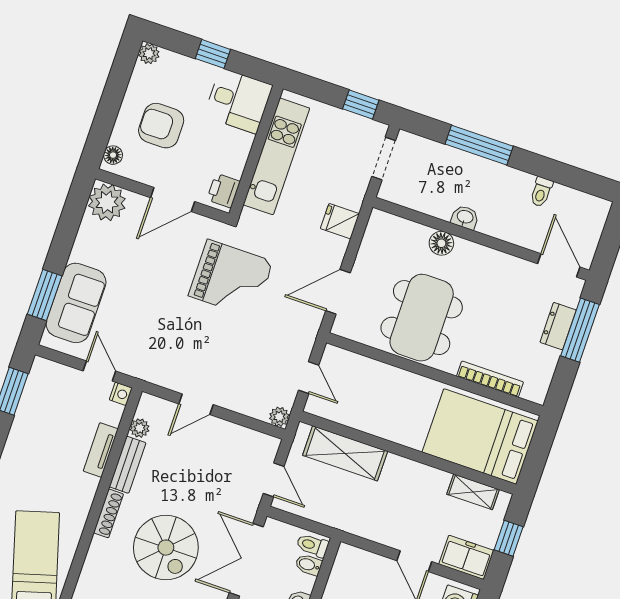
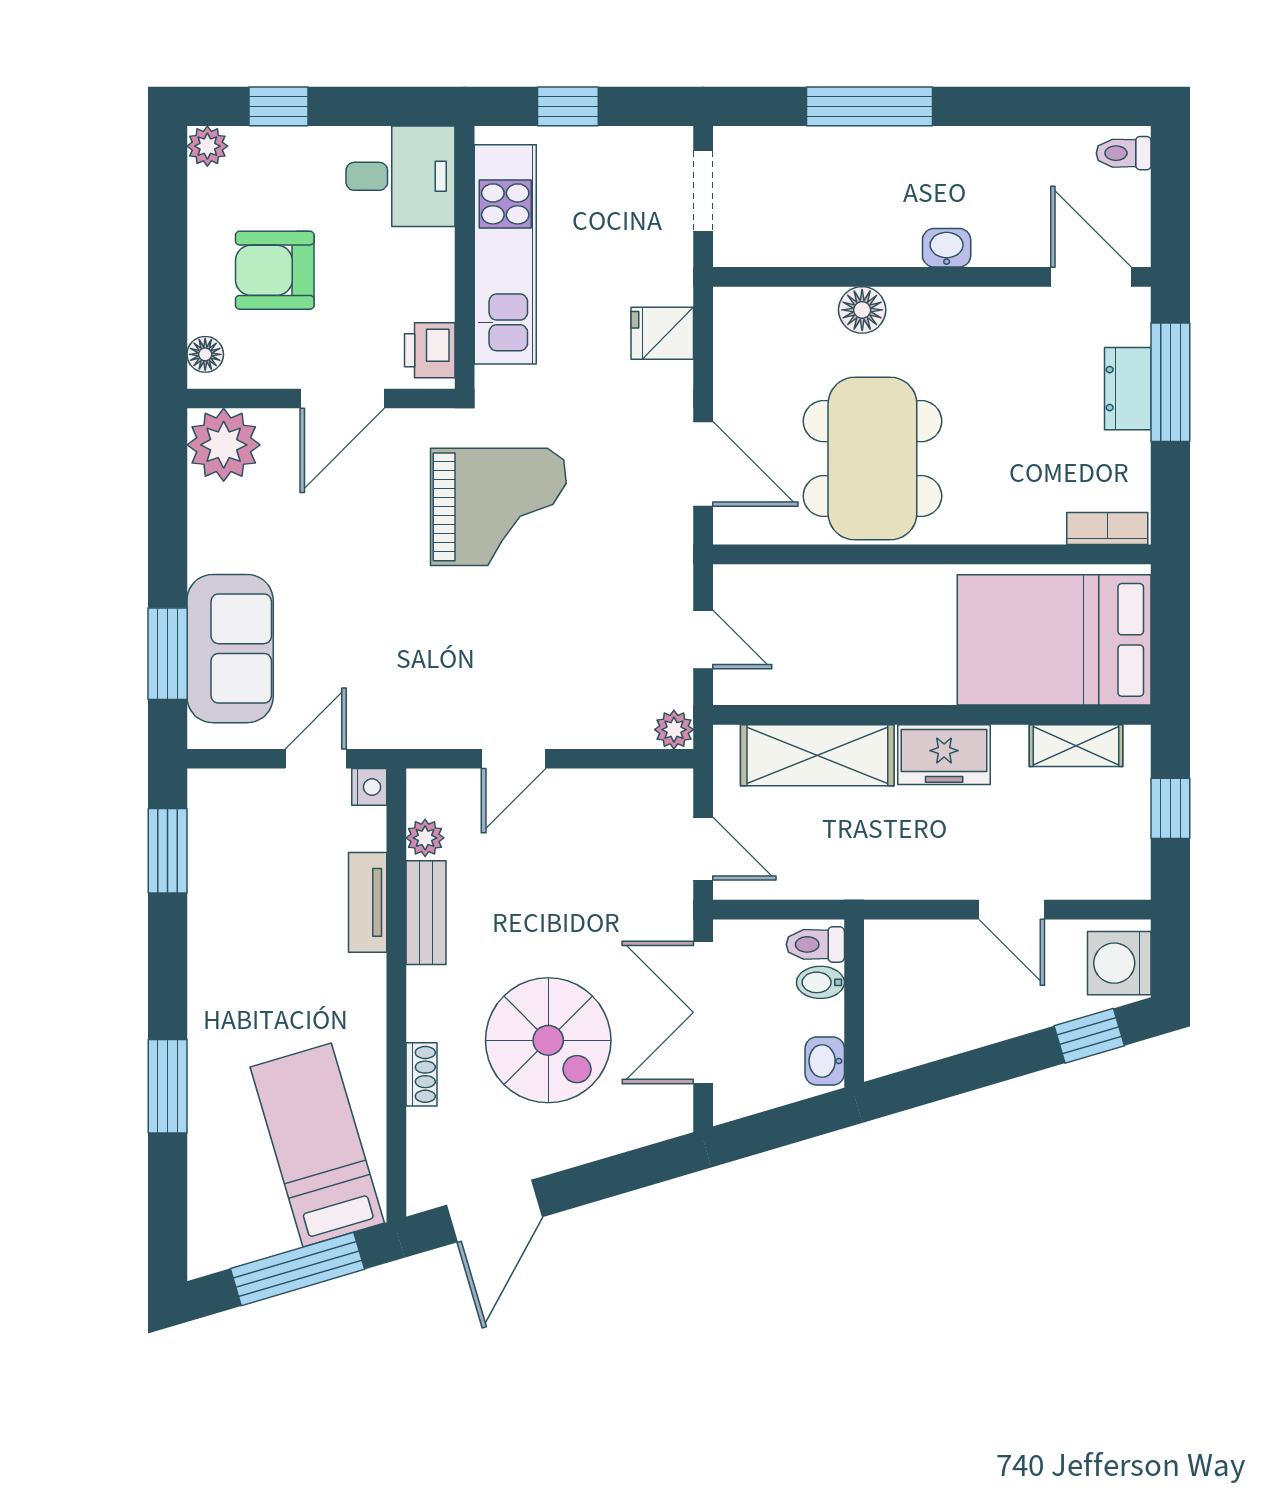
window: (213, 54) -> (278, 106), moved
window: (361, 105) -> (568, 106), moved
toilet: (541, 192) -> (1124, 153), moved, turned 90
washbasin: (465, 217) -> (947, 248), moved
door: (338, 292) -> (703, 464), swing flipped
door: (99, 371) -> (316, 759), hinge flipped
bookcase: (490, 379) -> (1107, 528), moved, width x0.64
shoe rack: (108, 513) -> (422, 1074), moved, width x0.70
freezer: (466, 557) -> (944, 755), moved, turned 180

